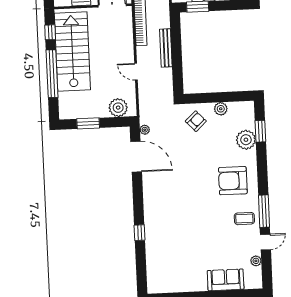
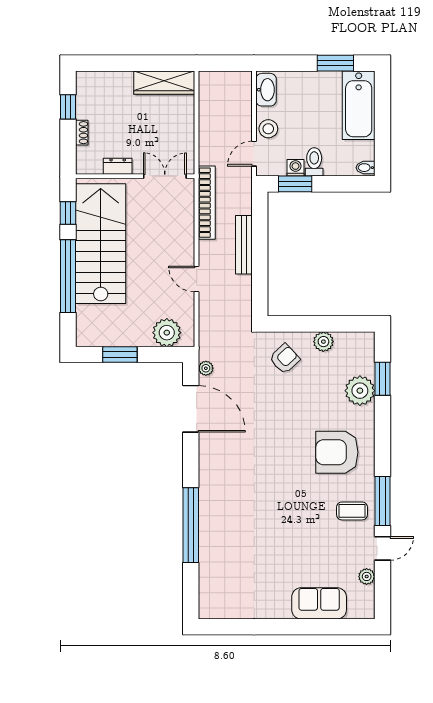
window: (140, 233) -> (191, 525), width x3.17

